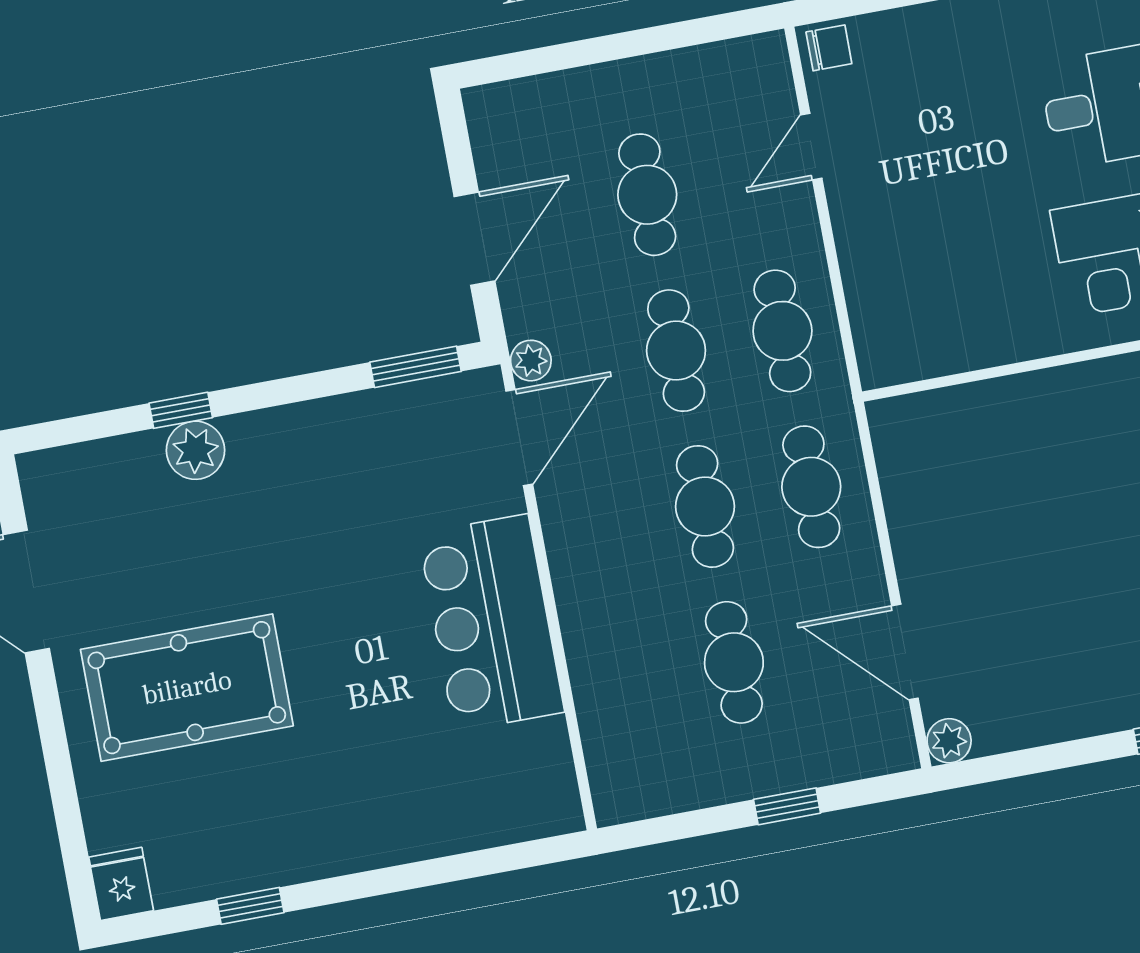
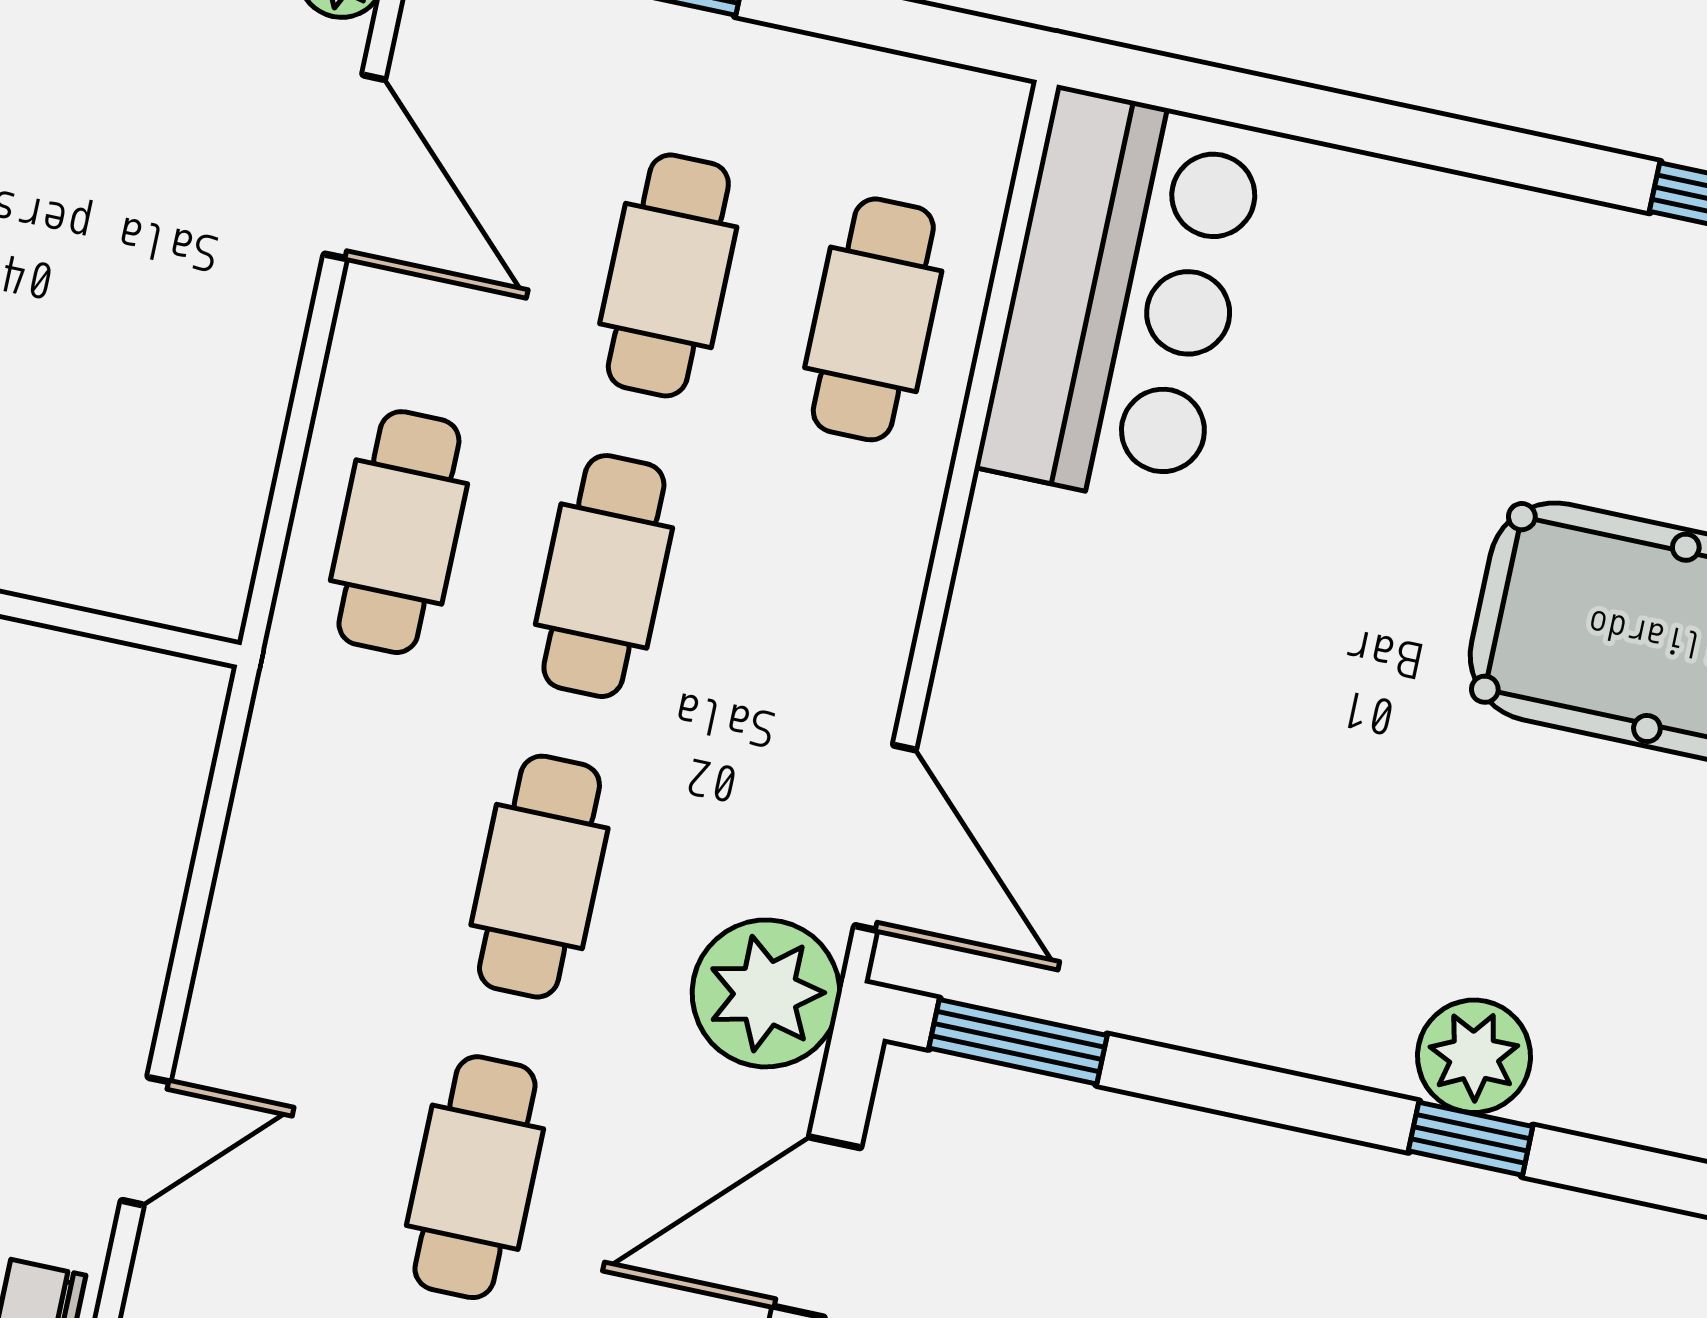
cafe table: (782, 331) -> (873, 319), moved
plant: (531, 361) -> (766, 993), width x1.88, depth x1.88
door: (519, 438) -> (885, 838), swing flipped
bar counter: (491, 623) -> (1122, 299), moved

